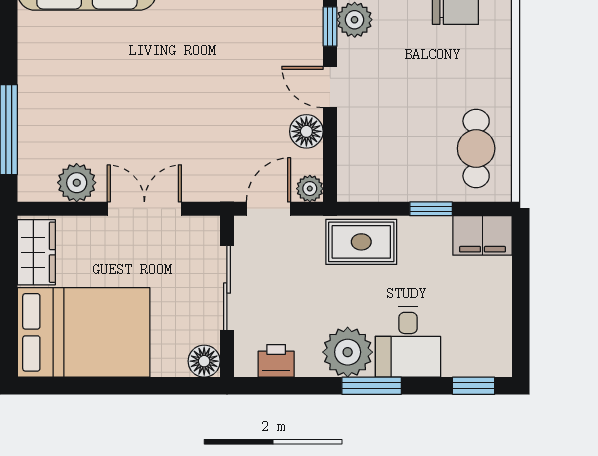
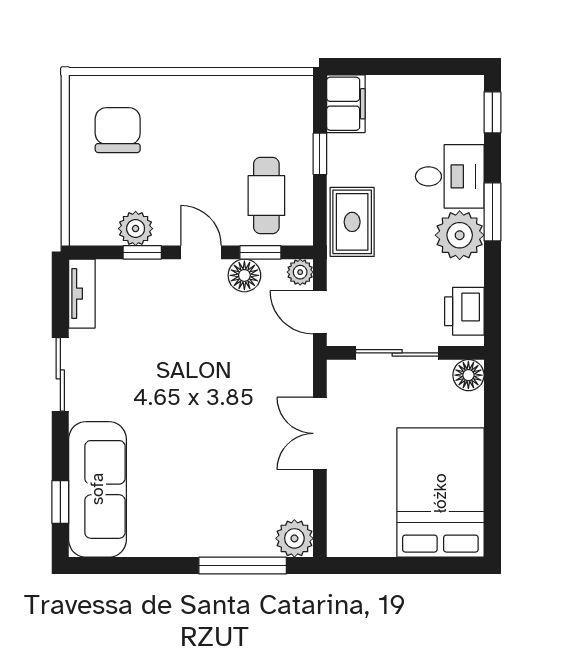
door: (330, 87) -> (201, 252), swing flipped
window: (330, 148) -> (260, 252), added
cafe table: (476, 148) -> (266, 196), moved, turned 90
plant: (77, 183) -> (294, 538), moved
wardrobe: (36, 252) -> (362, 539), removed
printer: (276, 361) -> (464, 311), width x1.36, depth x1.24

